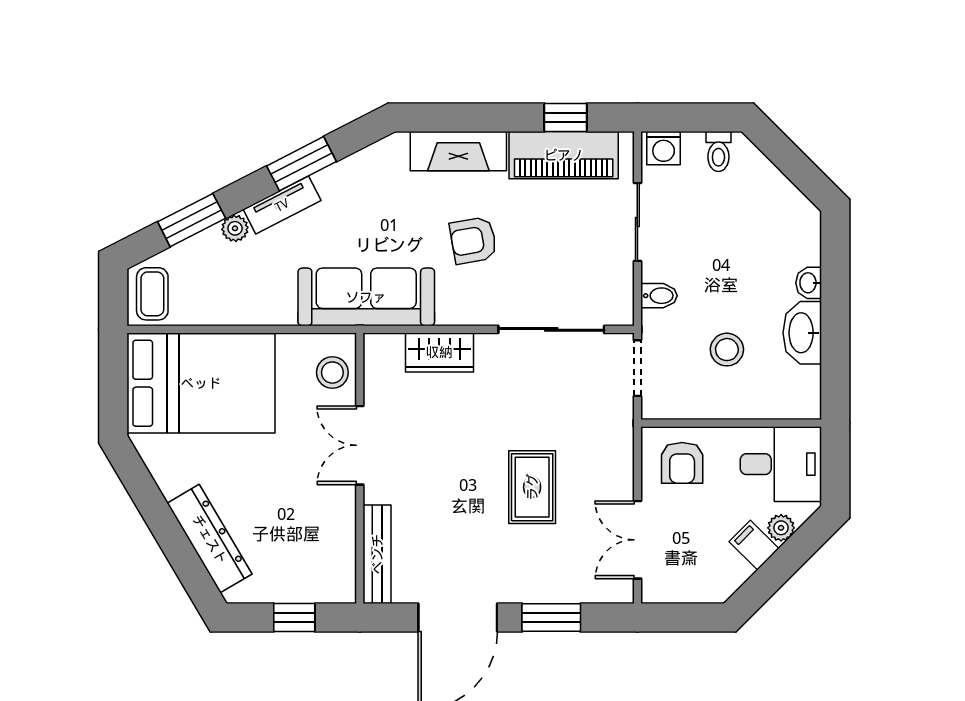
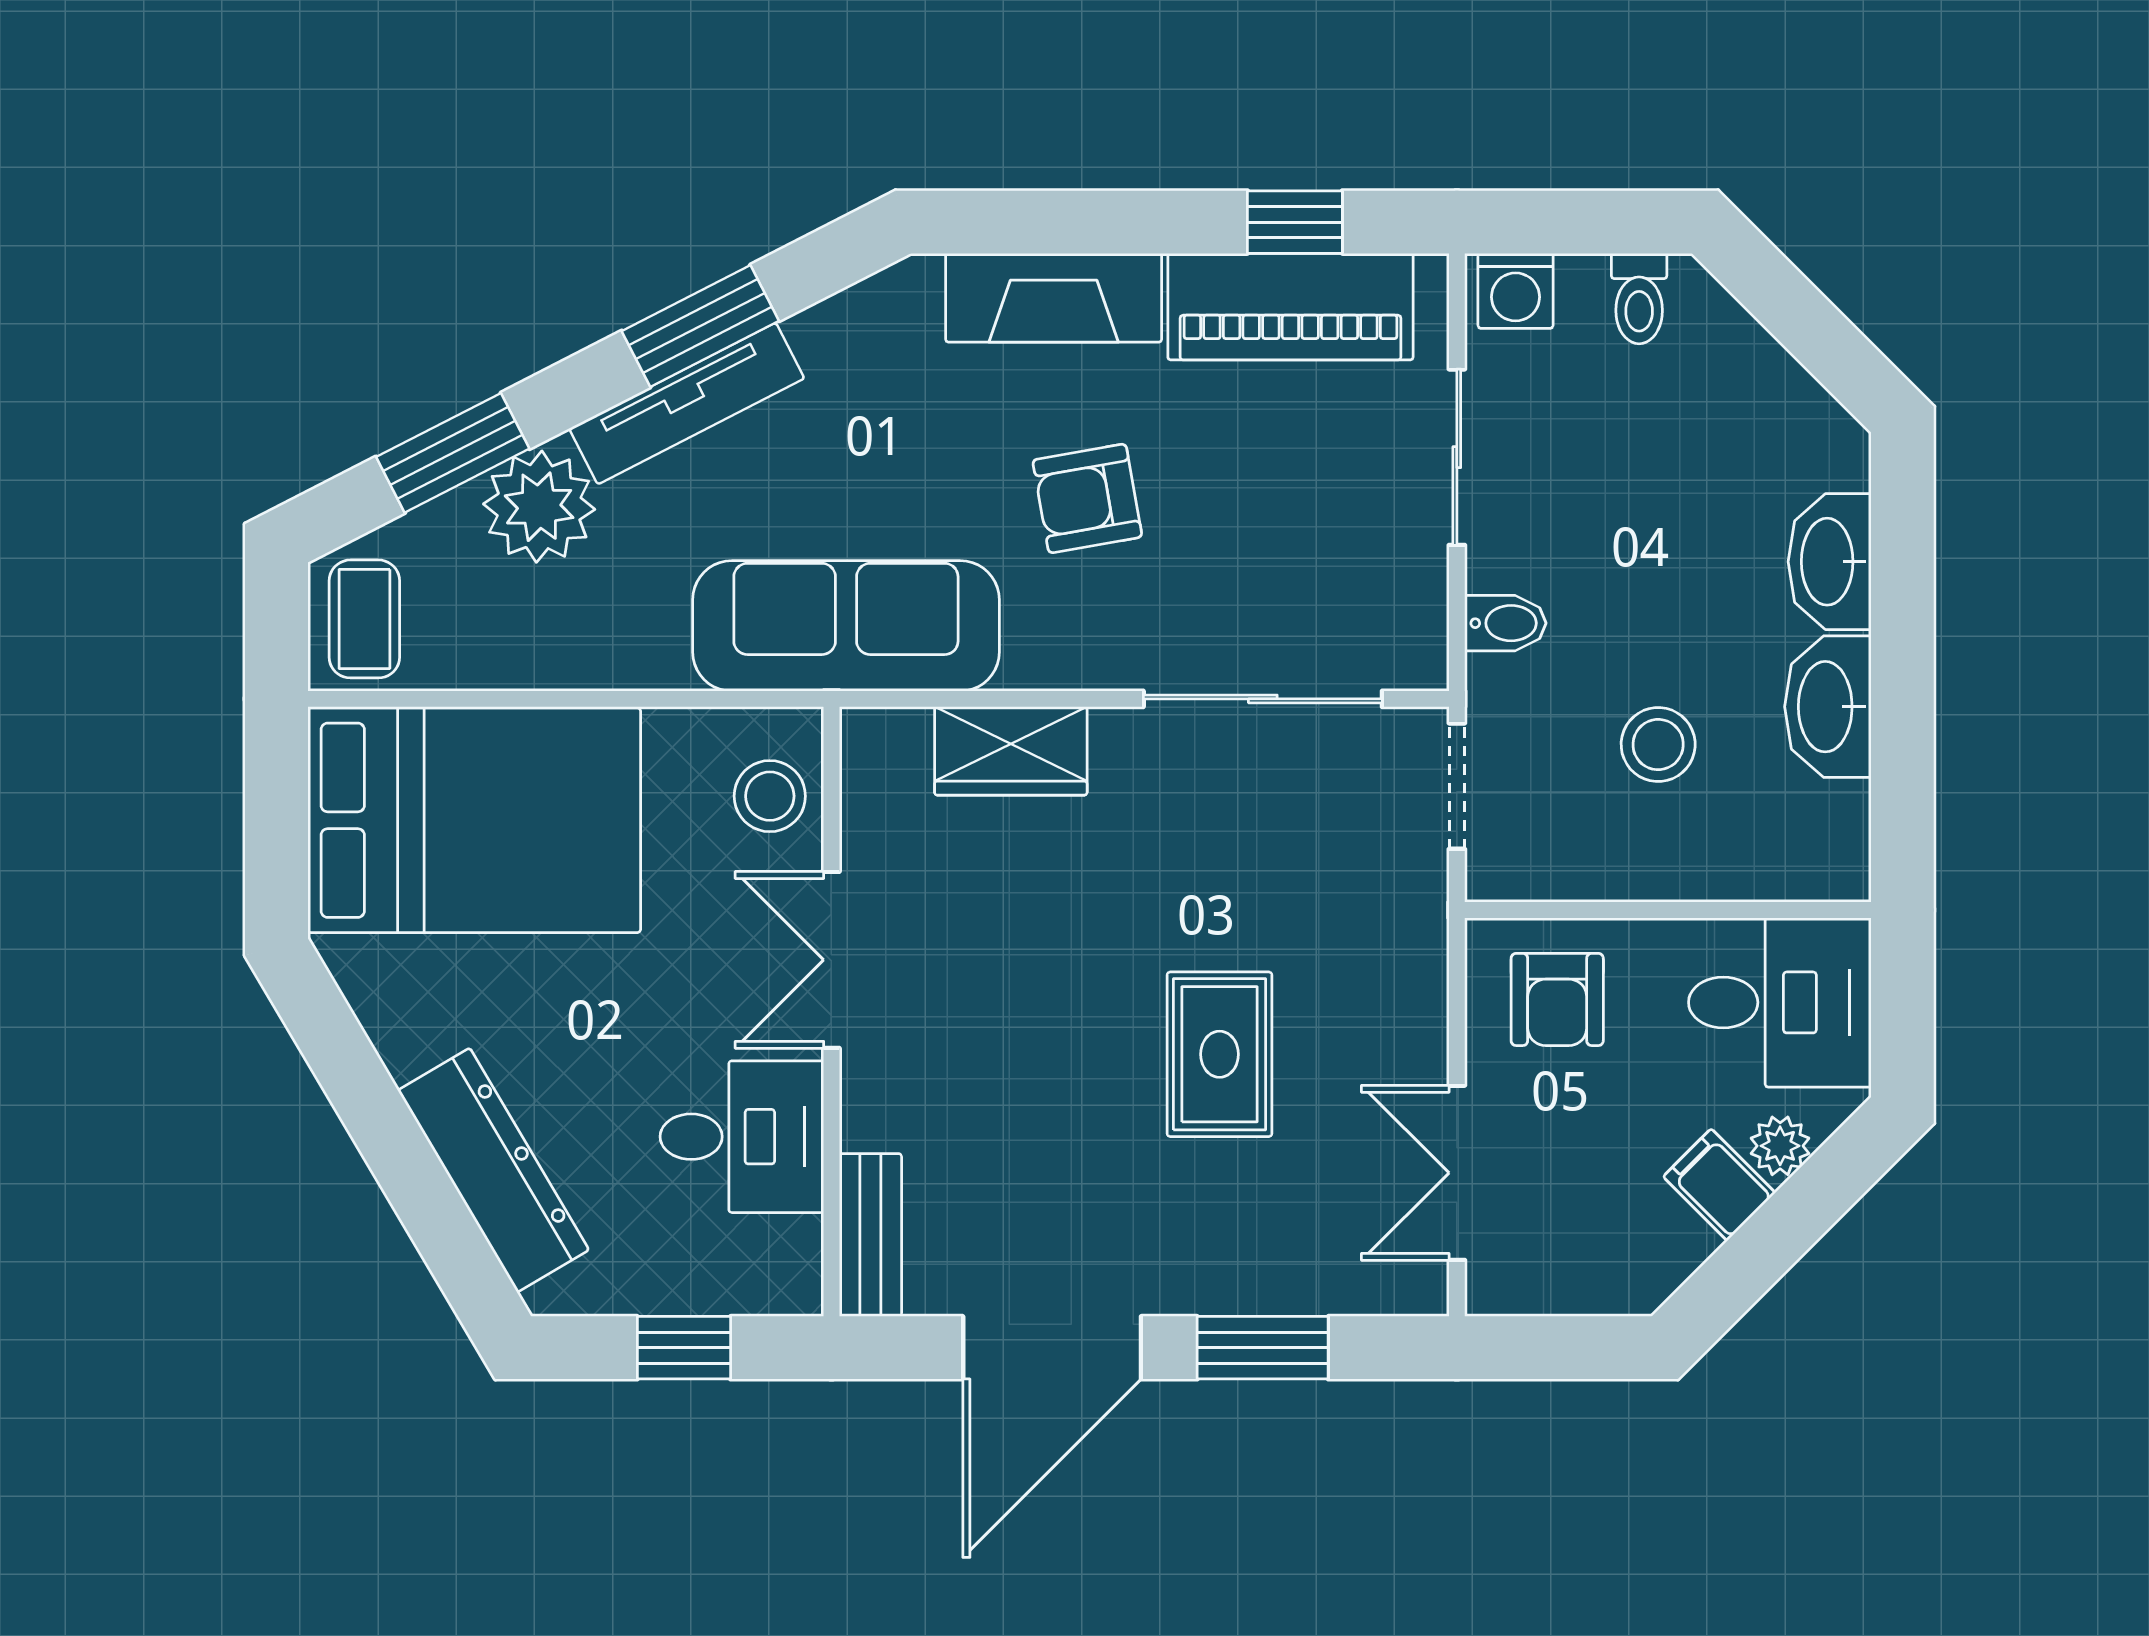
tv unit: (282, 205) -> (687, 403), width x1.41
plant: (235, 228) -> (539, 507), width x1.87, depth x1.87
washbasin: (809, 283) -> (1830, 562), width x1.91, depth x1.45
desk: (320, 524) -> (742, 1137), added
bench: (377, 554) -> (870, 1235), width x0.73

